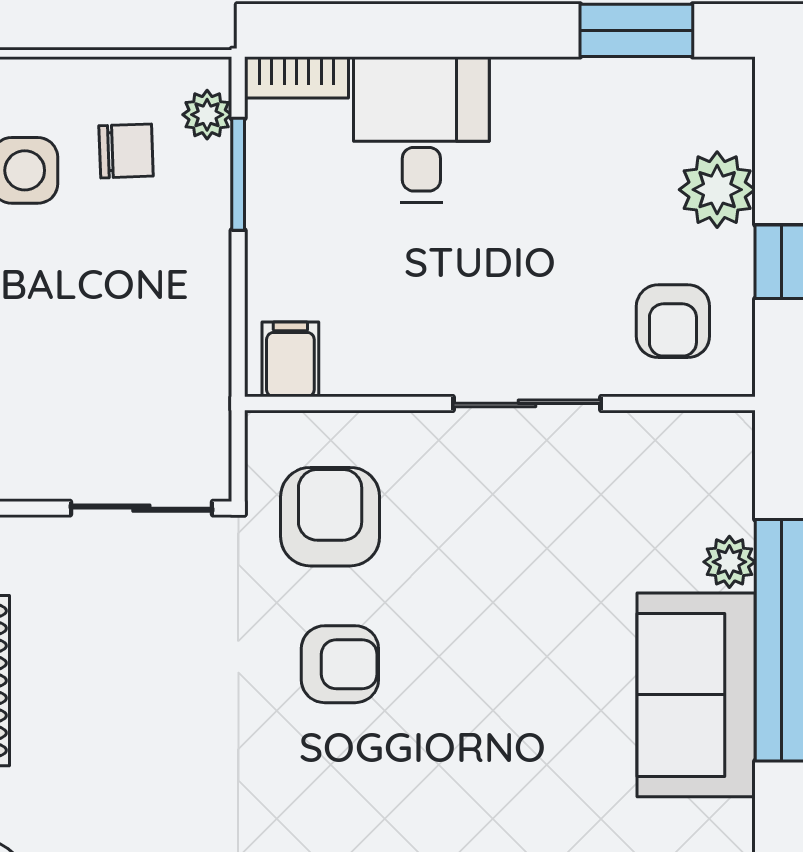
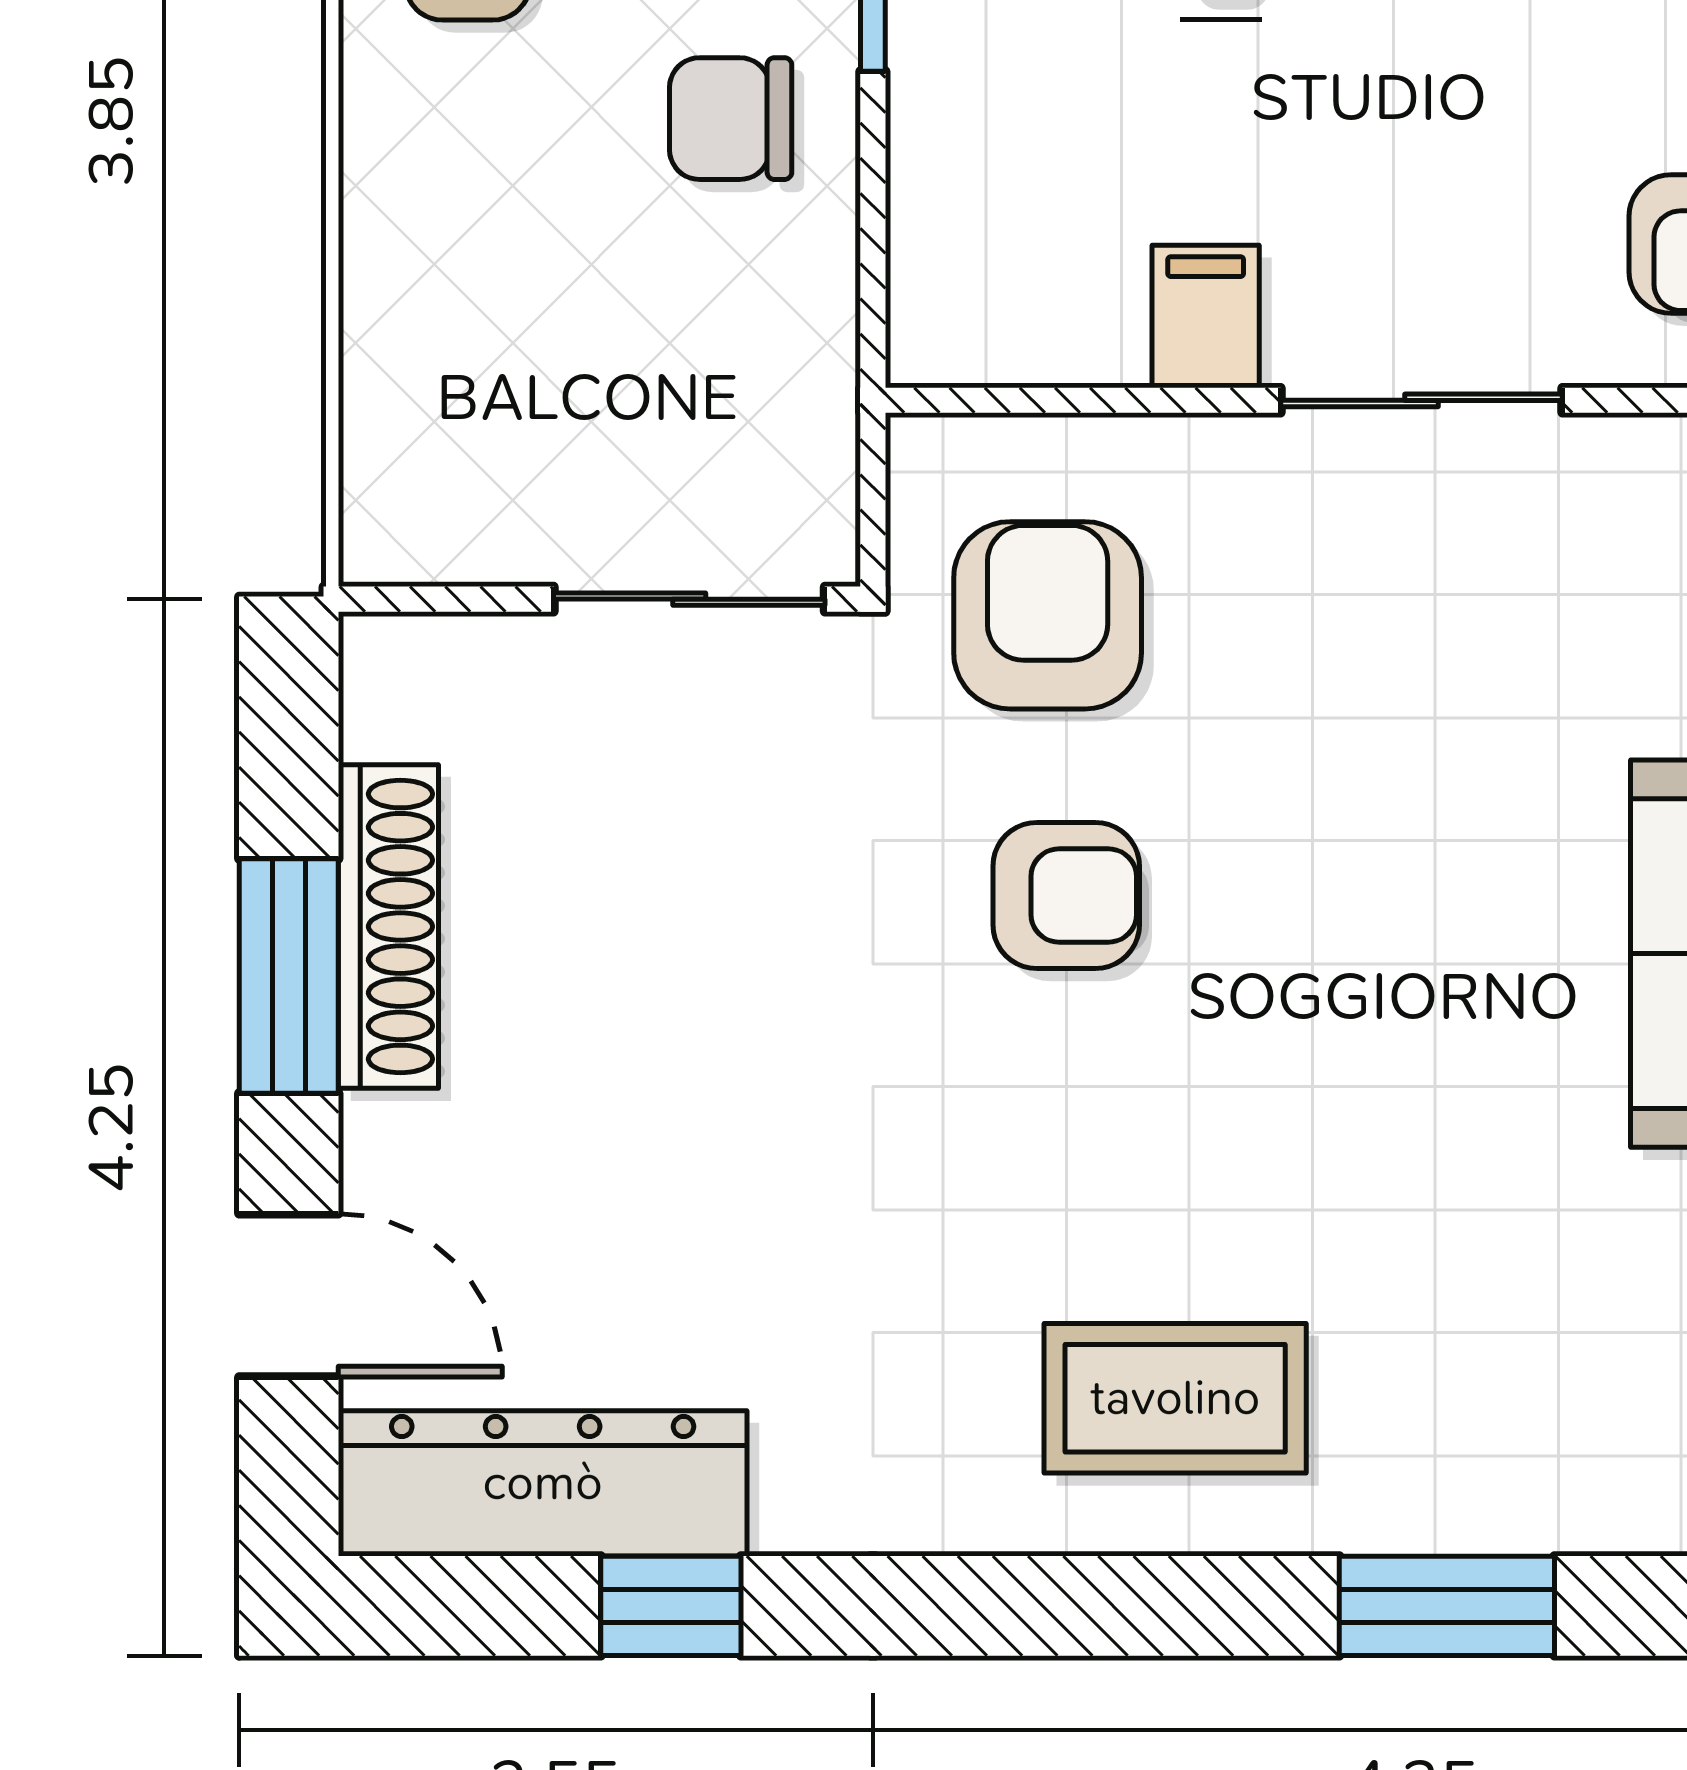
chair: (163, 255) -> (731, 119), added
filing cabinet: (290, 359) -> (1206, 317), moved

